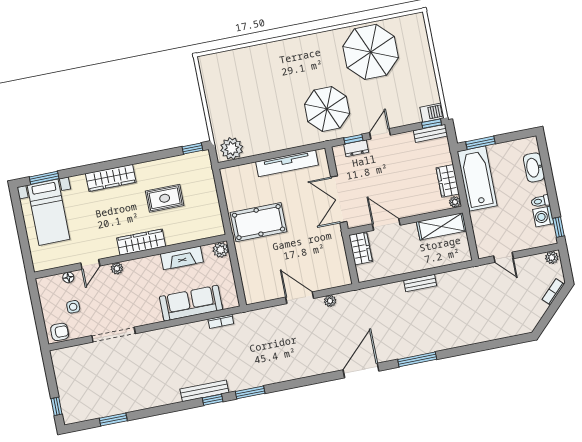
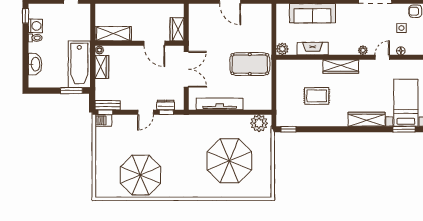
parasol: (327, 109) -> (229, 161), moved, width x1.36, depth x1.36
wardrobe: (111, 178) -> (367, 119), moved

